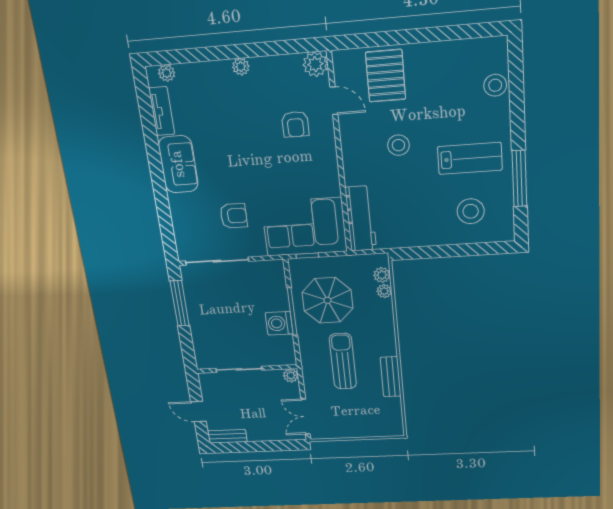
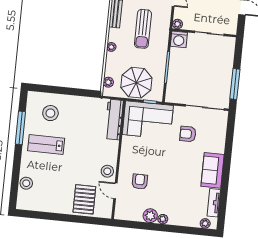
plant: (315, 64) -> (150, 216), moved
stool: (398, 145) -> (107, 171), moved
plant: (384, 291) -> (111, 47), moved
parasol: (327, 300) -> (136, 83), moved
washing machine: (279, 323) -> (179, 39), moved, turned 90

